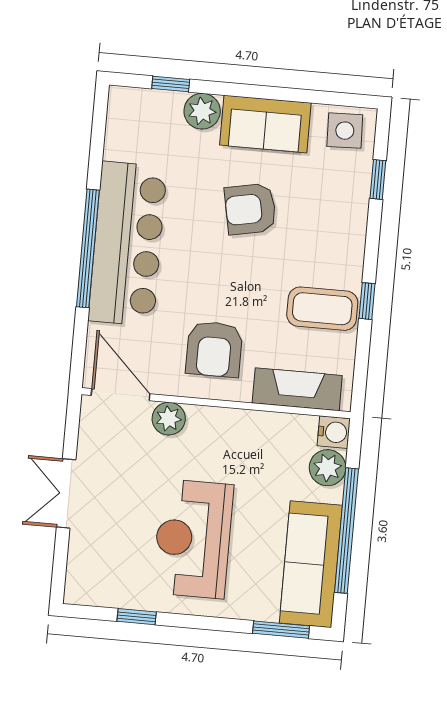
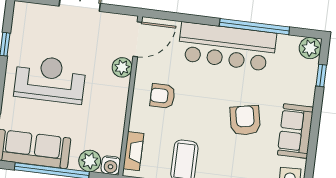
plant: (202, 111) -> (310, 48), moved
window: (88, 248) -> (254, 27), moved
armchair: (214, 349) -> (163, 96), width x0.72, depth x0.72
fireplace: (297, 389) -> (134, 151), width x0.73, depth x0.76

